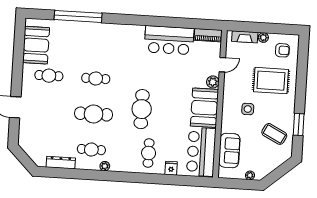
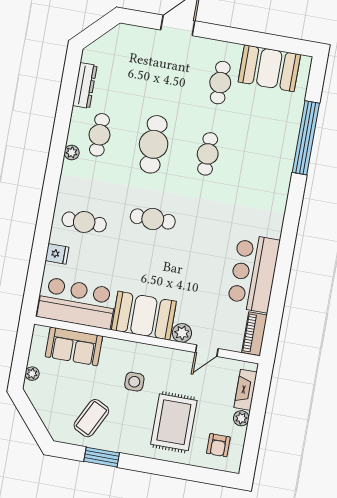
door: (222, 65) -> (207, 351), hinge flipped
cafe table: (142, 109) -> (153, 219), width x0.73, depth x0.74

